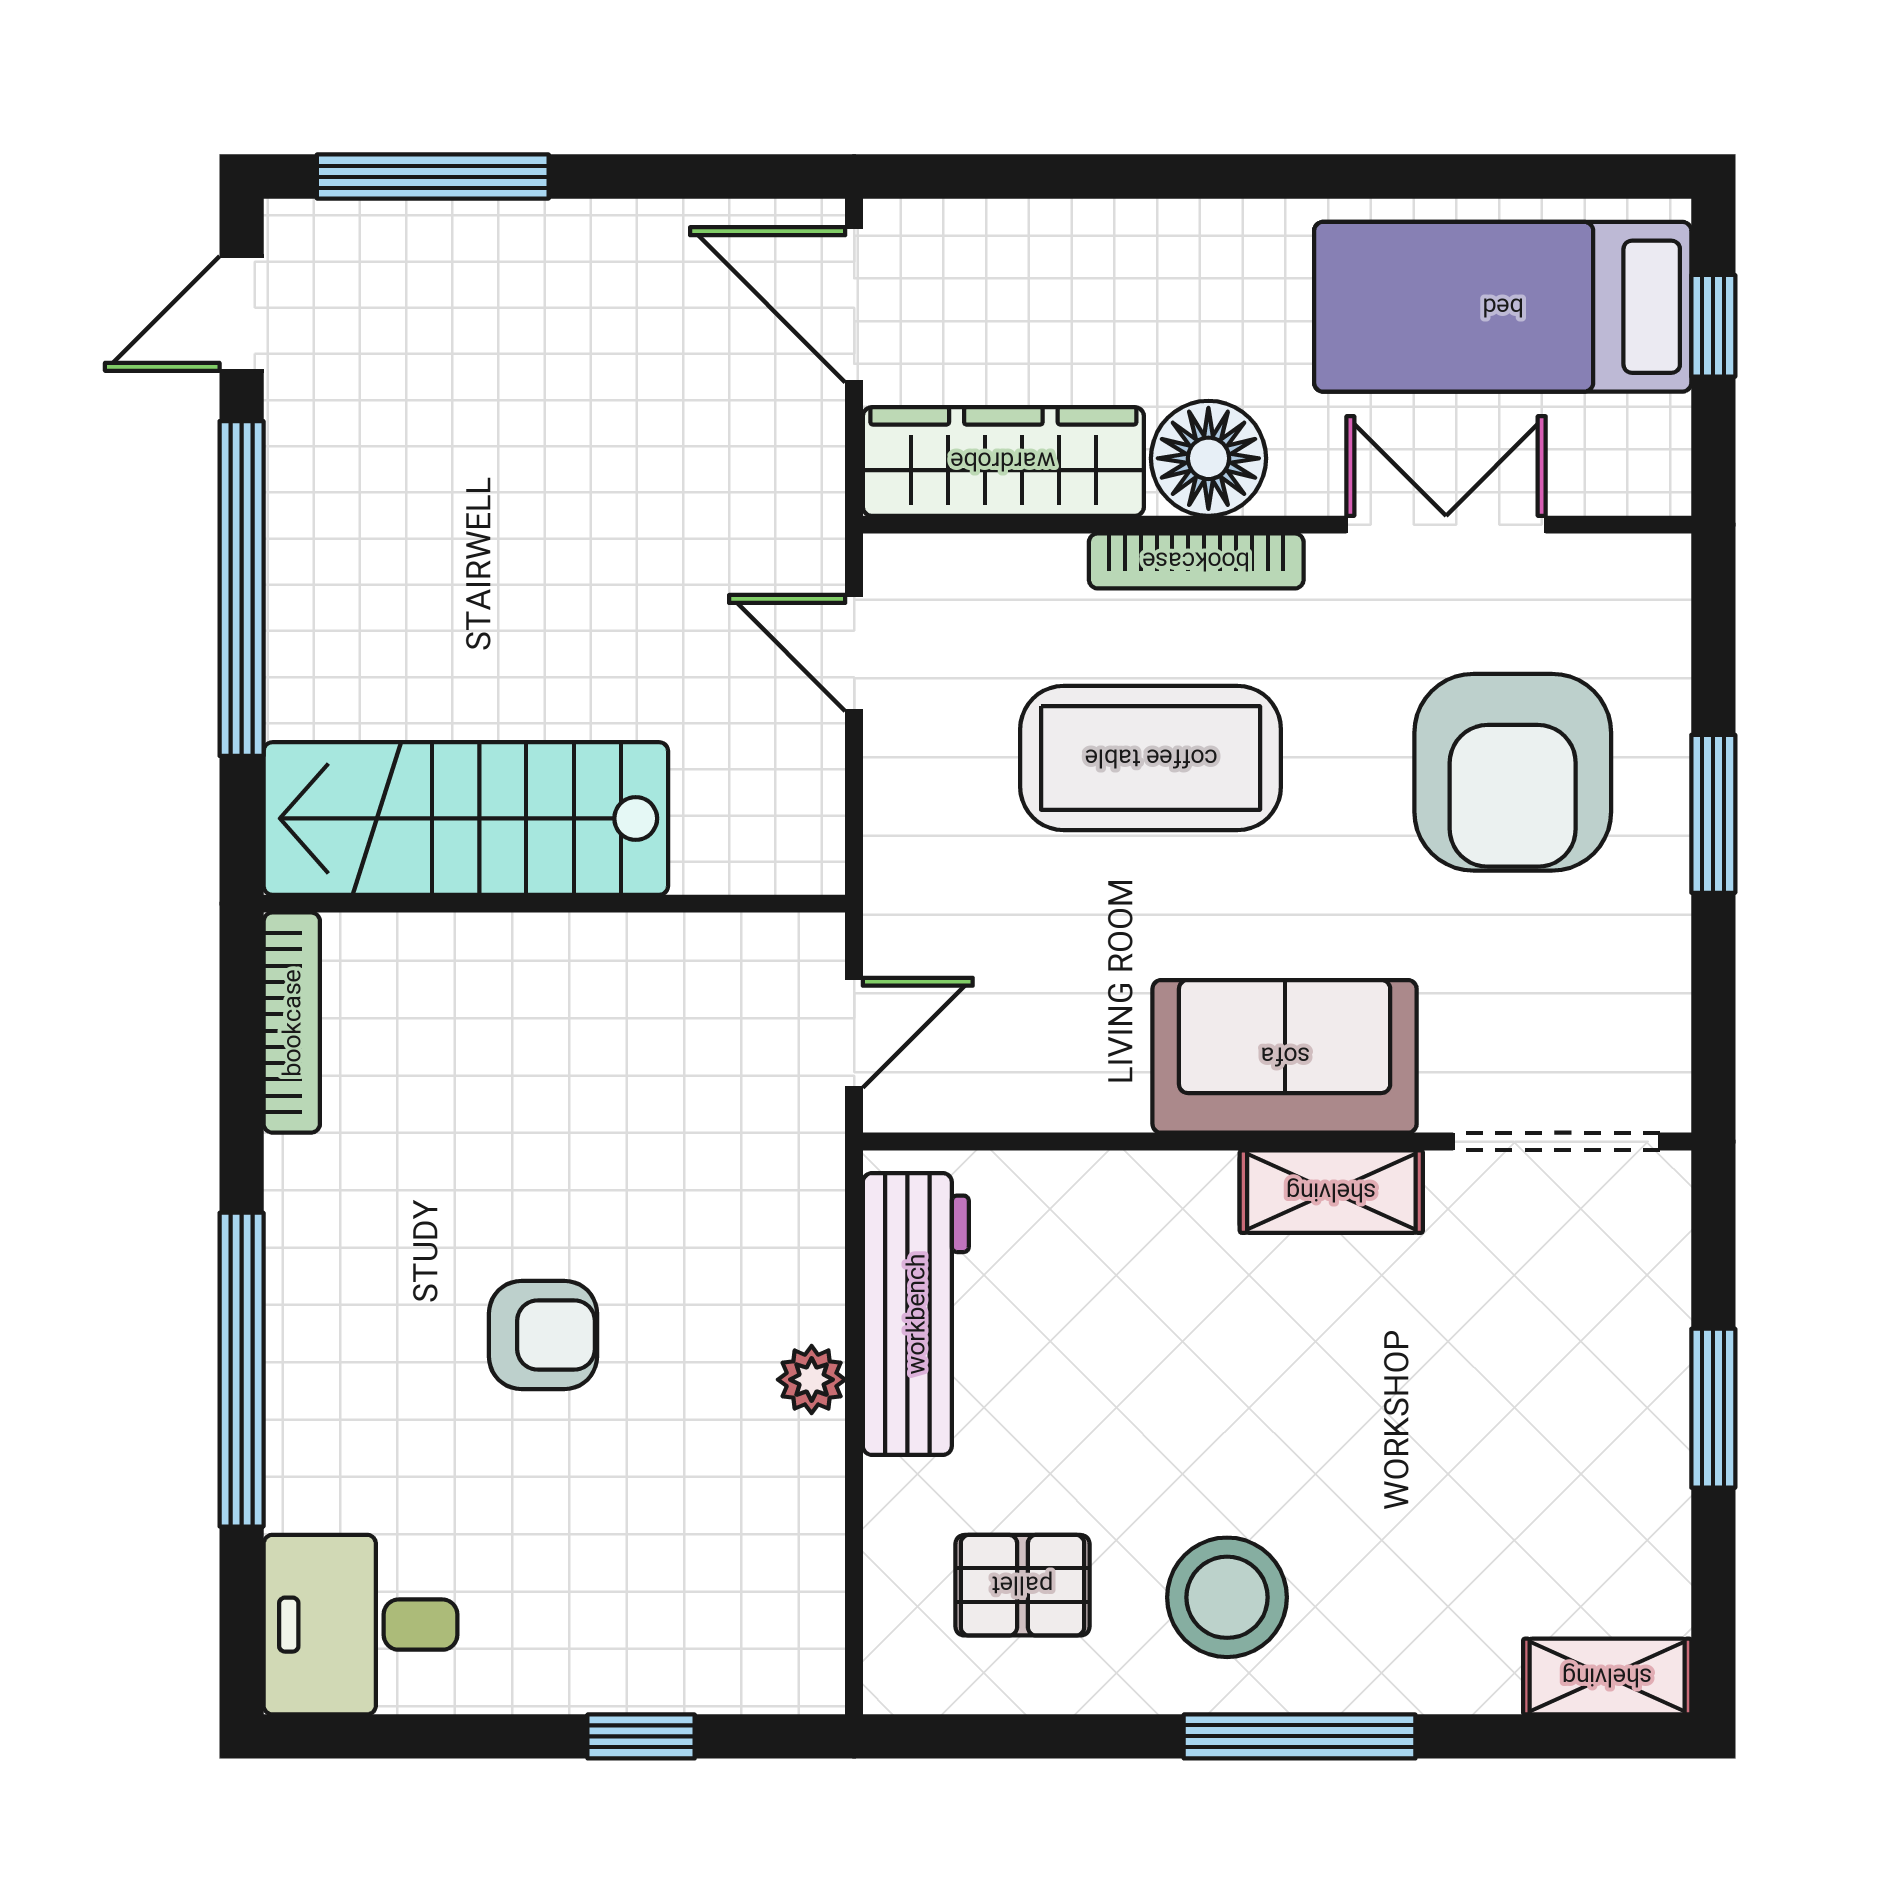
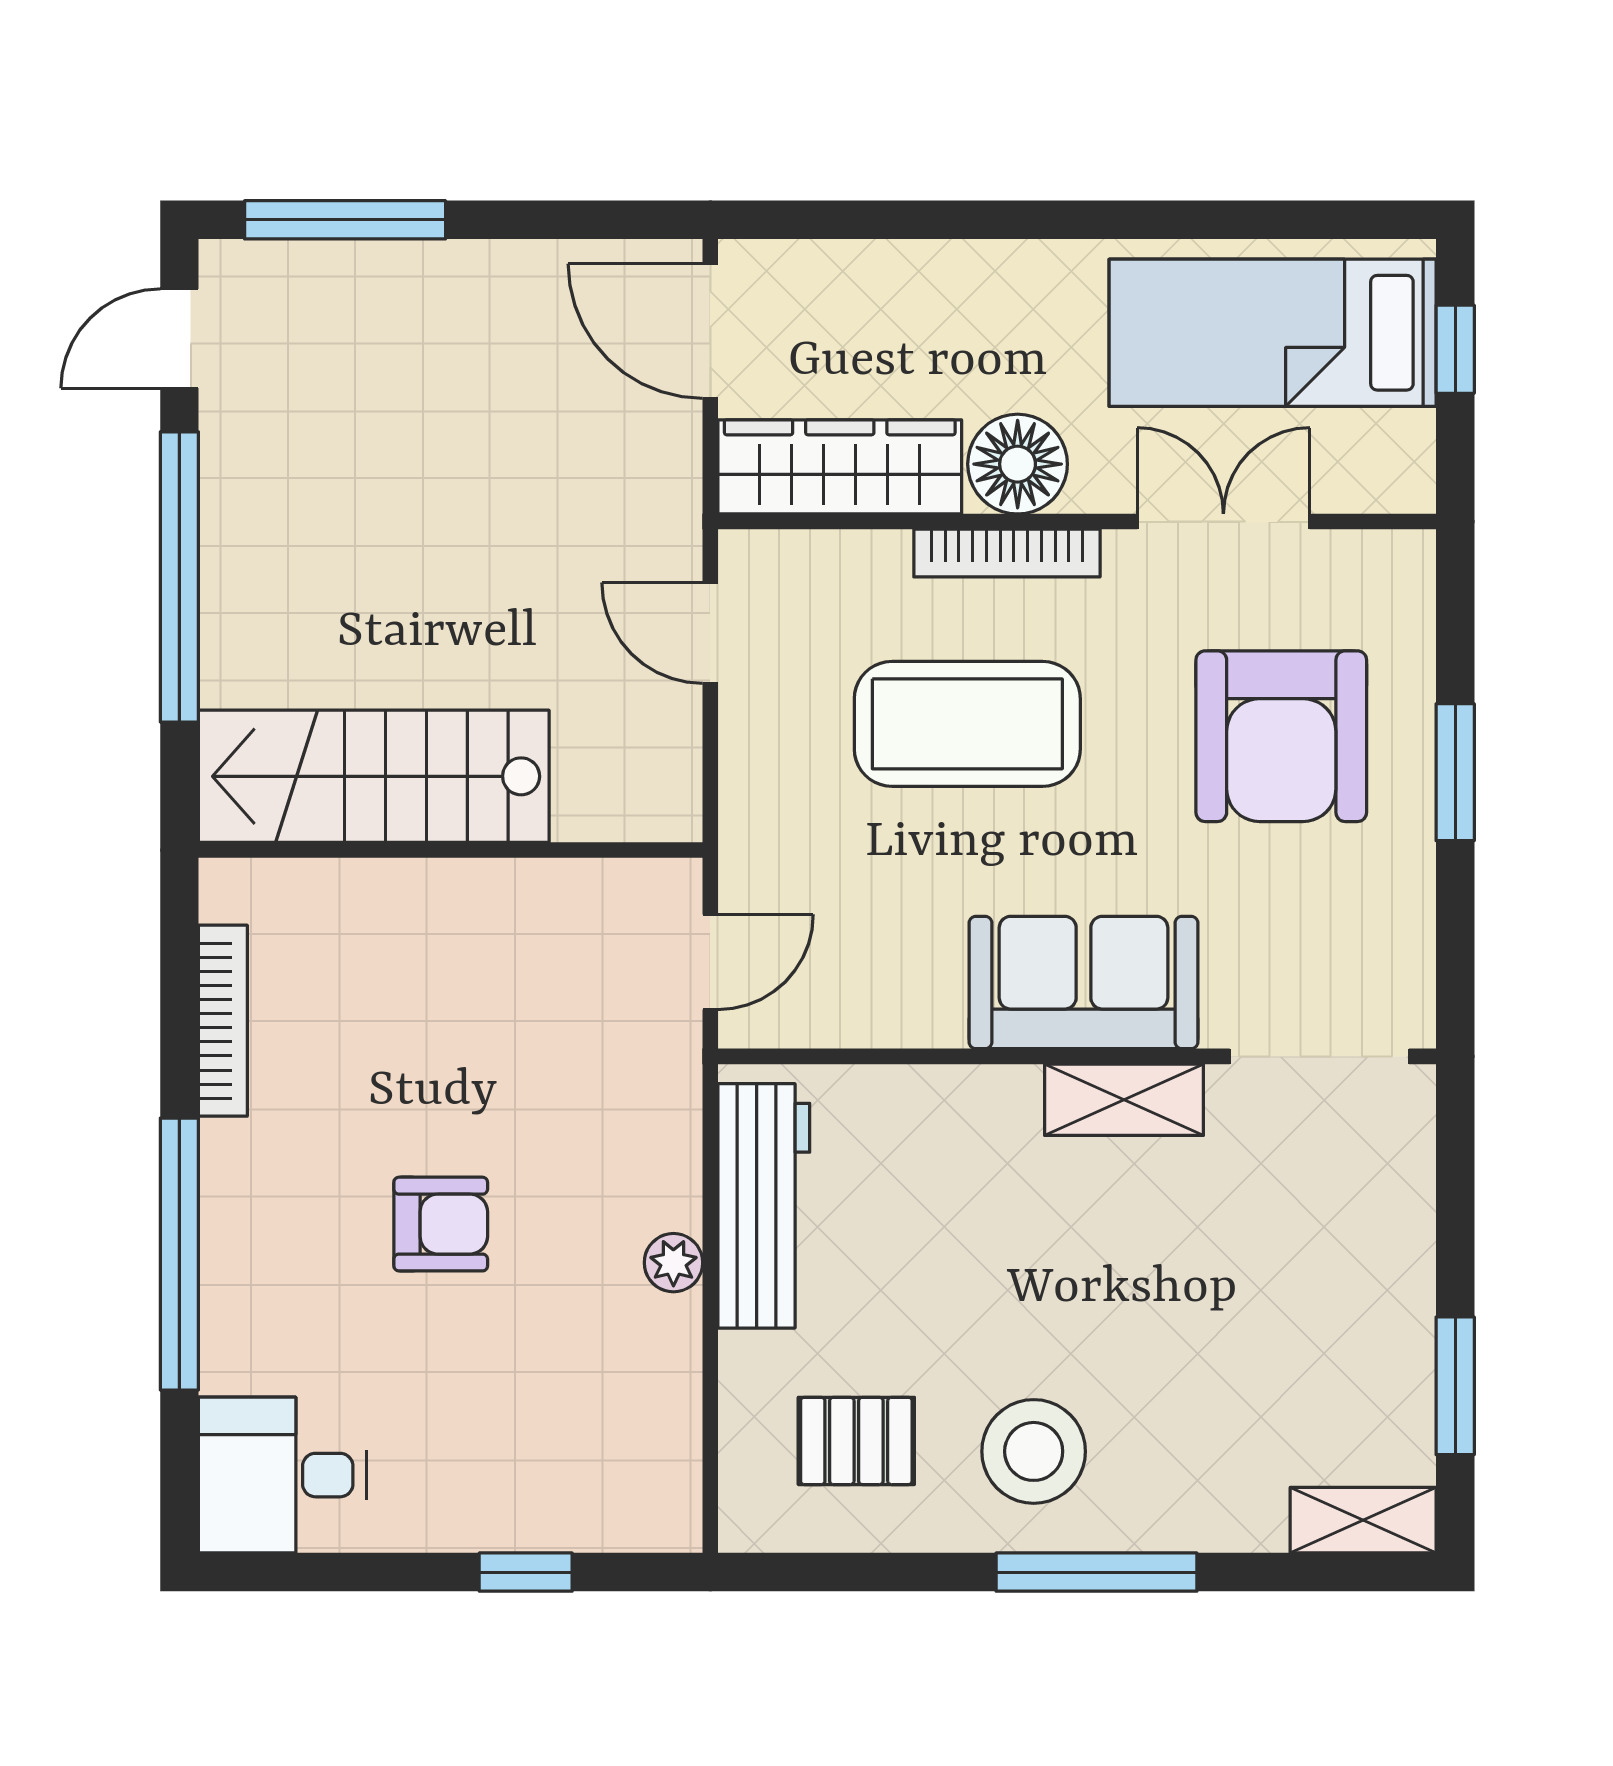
bookcase: (292, 1023) -> (223, 1021), moved
window: (1713, 1408) -> (1455, 1386), moved

